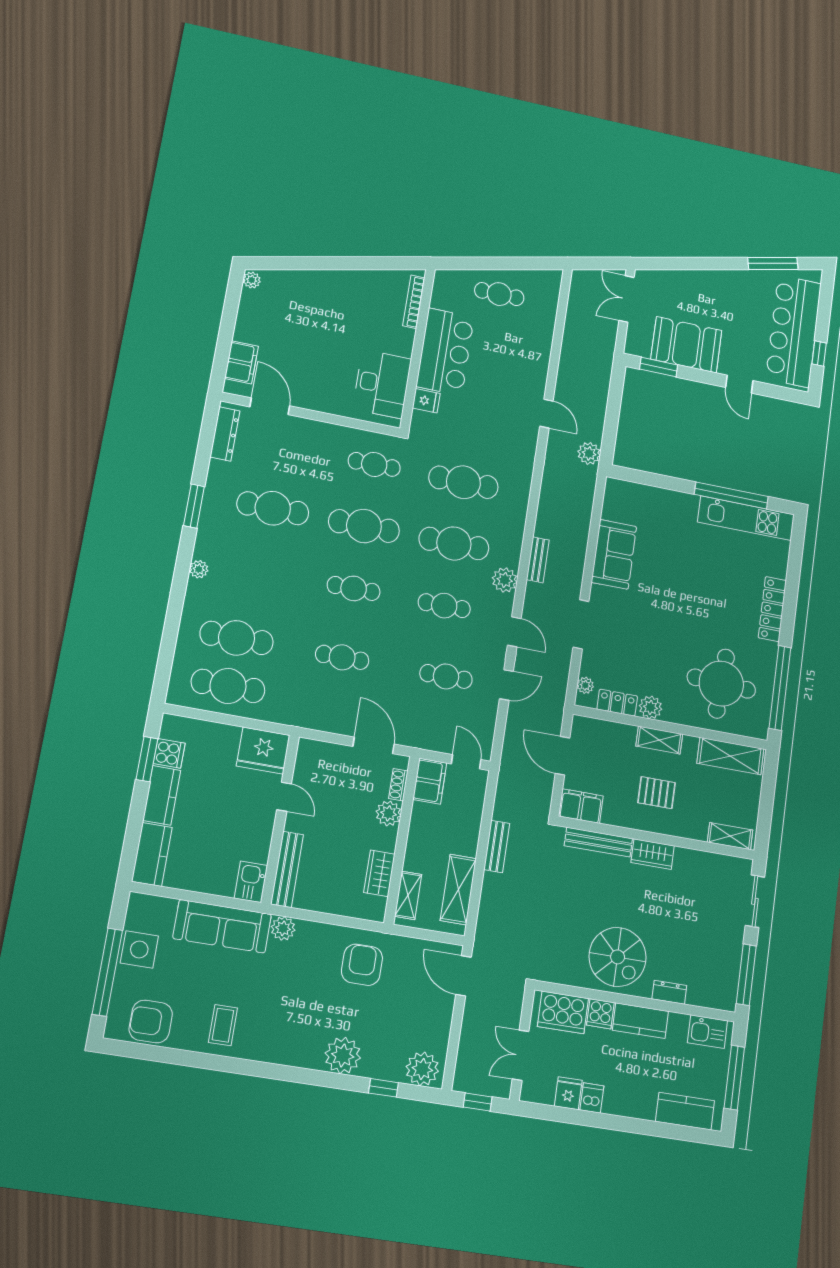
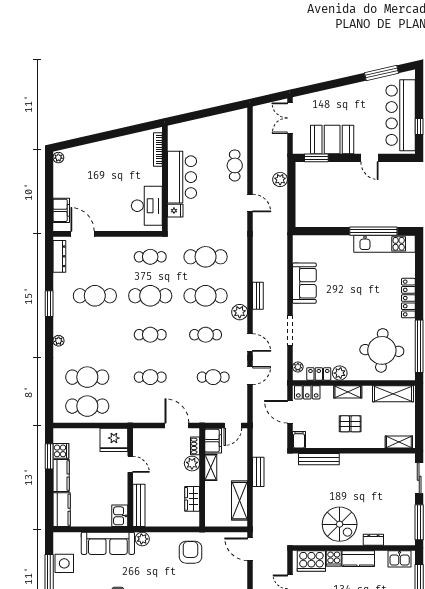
cafe table: (499, 294) -> (235, 165), moved, turned 90
plant: (589, 453) -> (280, 179), moved
locker: (595, 729) -> (307, 392), added
door: (466, 762) -> (233, 426), swing flipped
filing cabinet: (581, 806) -> (299, 440), width x0.50
wardrobe: (653, 854) -> (353, 461), removed
shelving: (408, 895) -> (211, 467), moved

